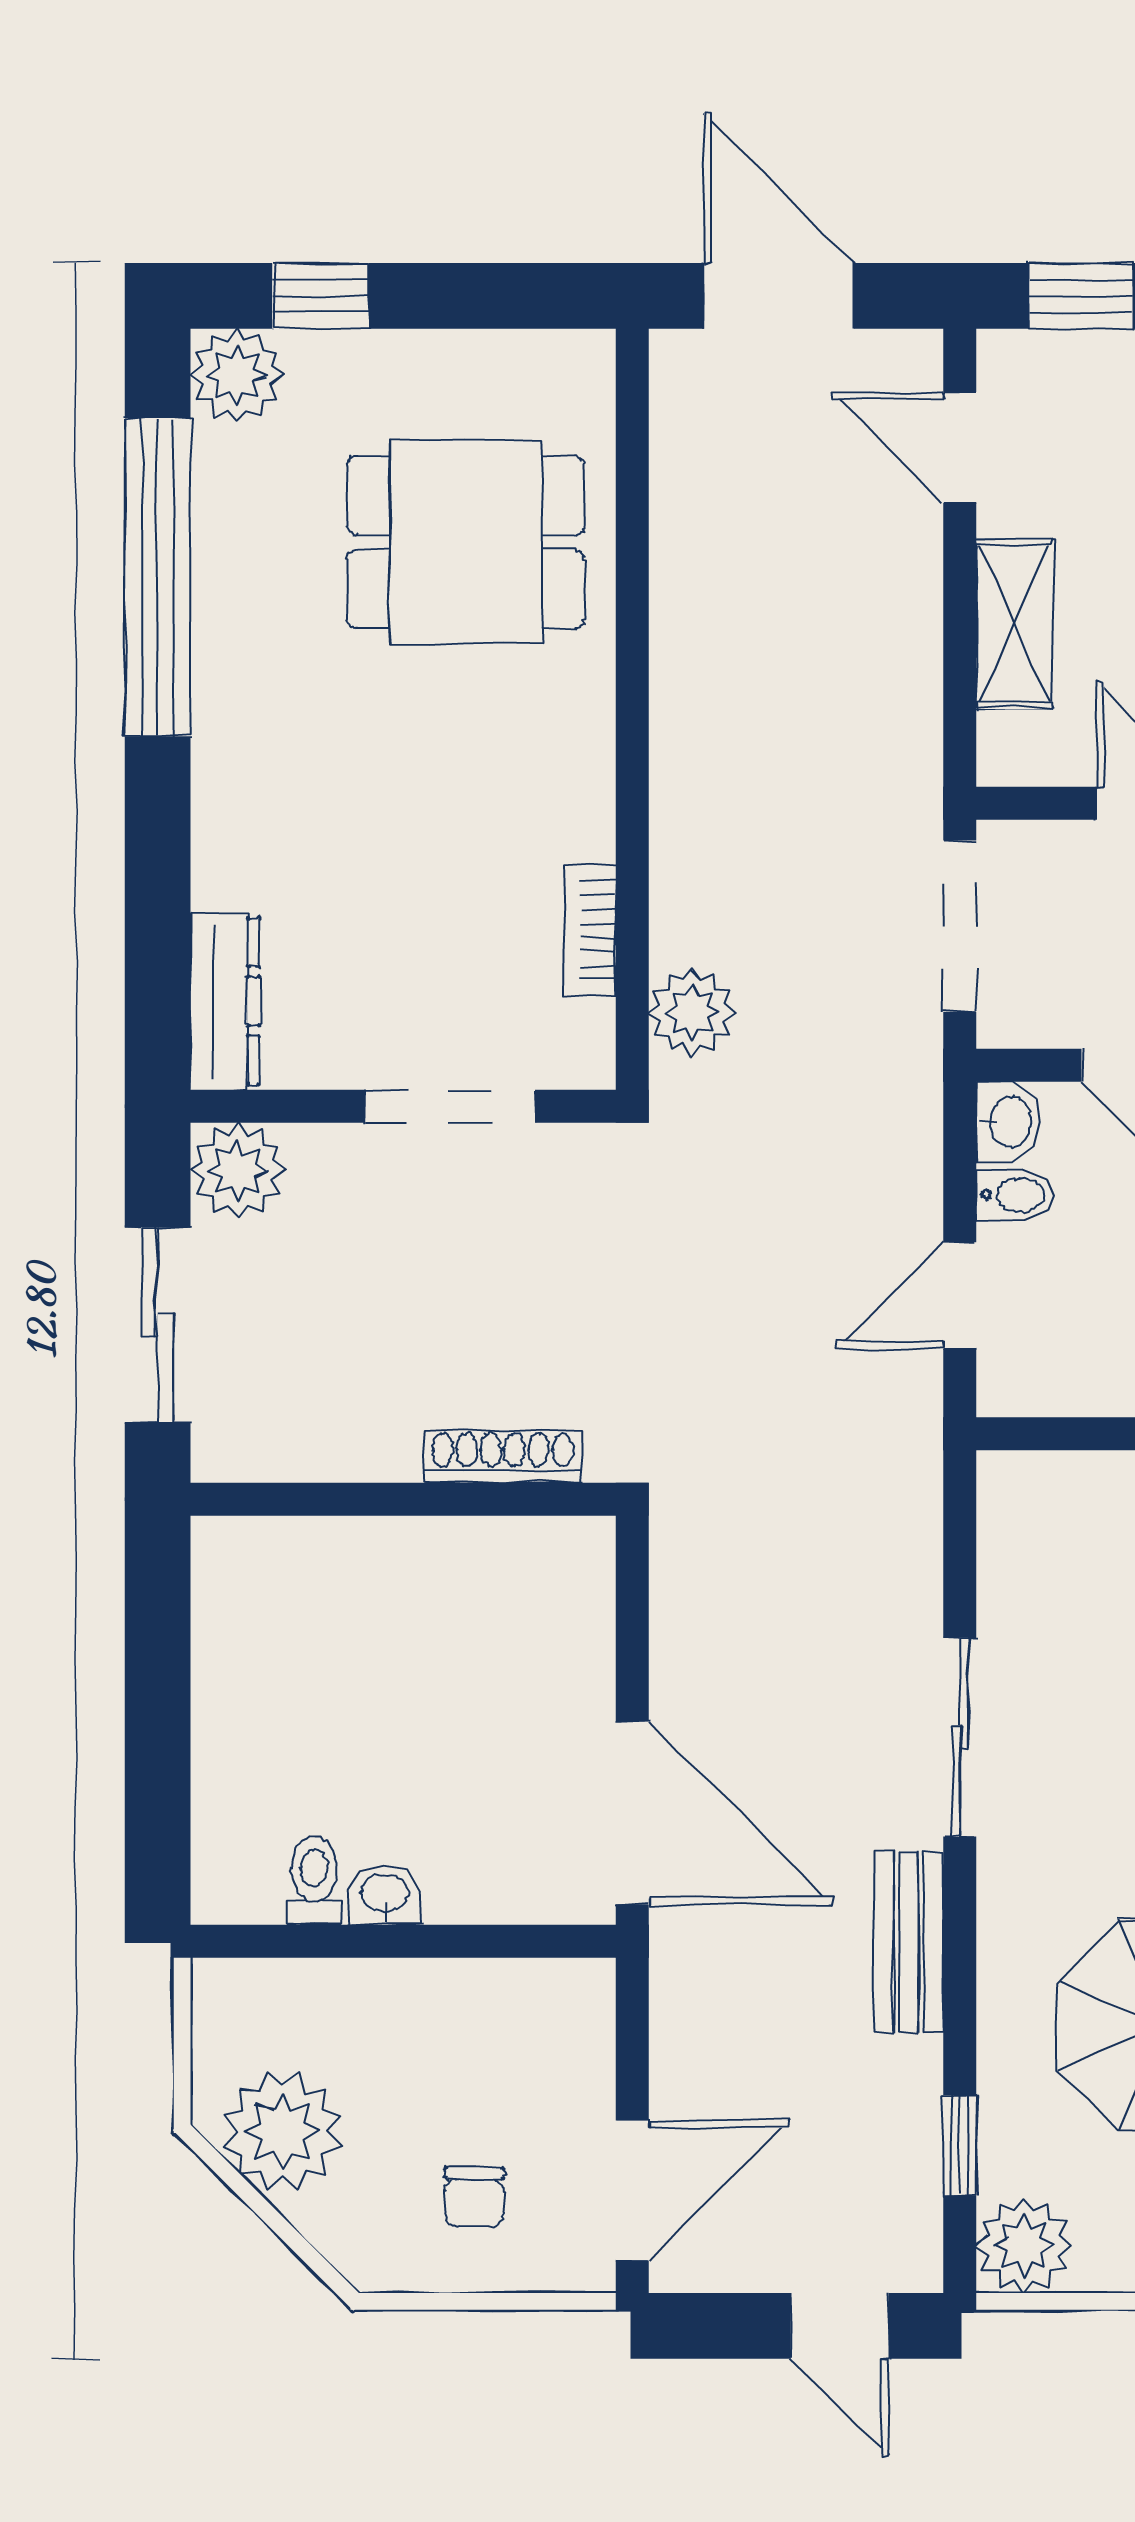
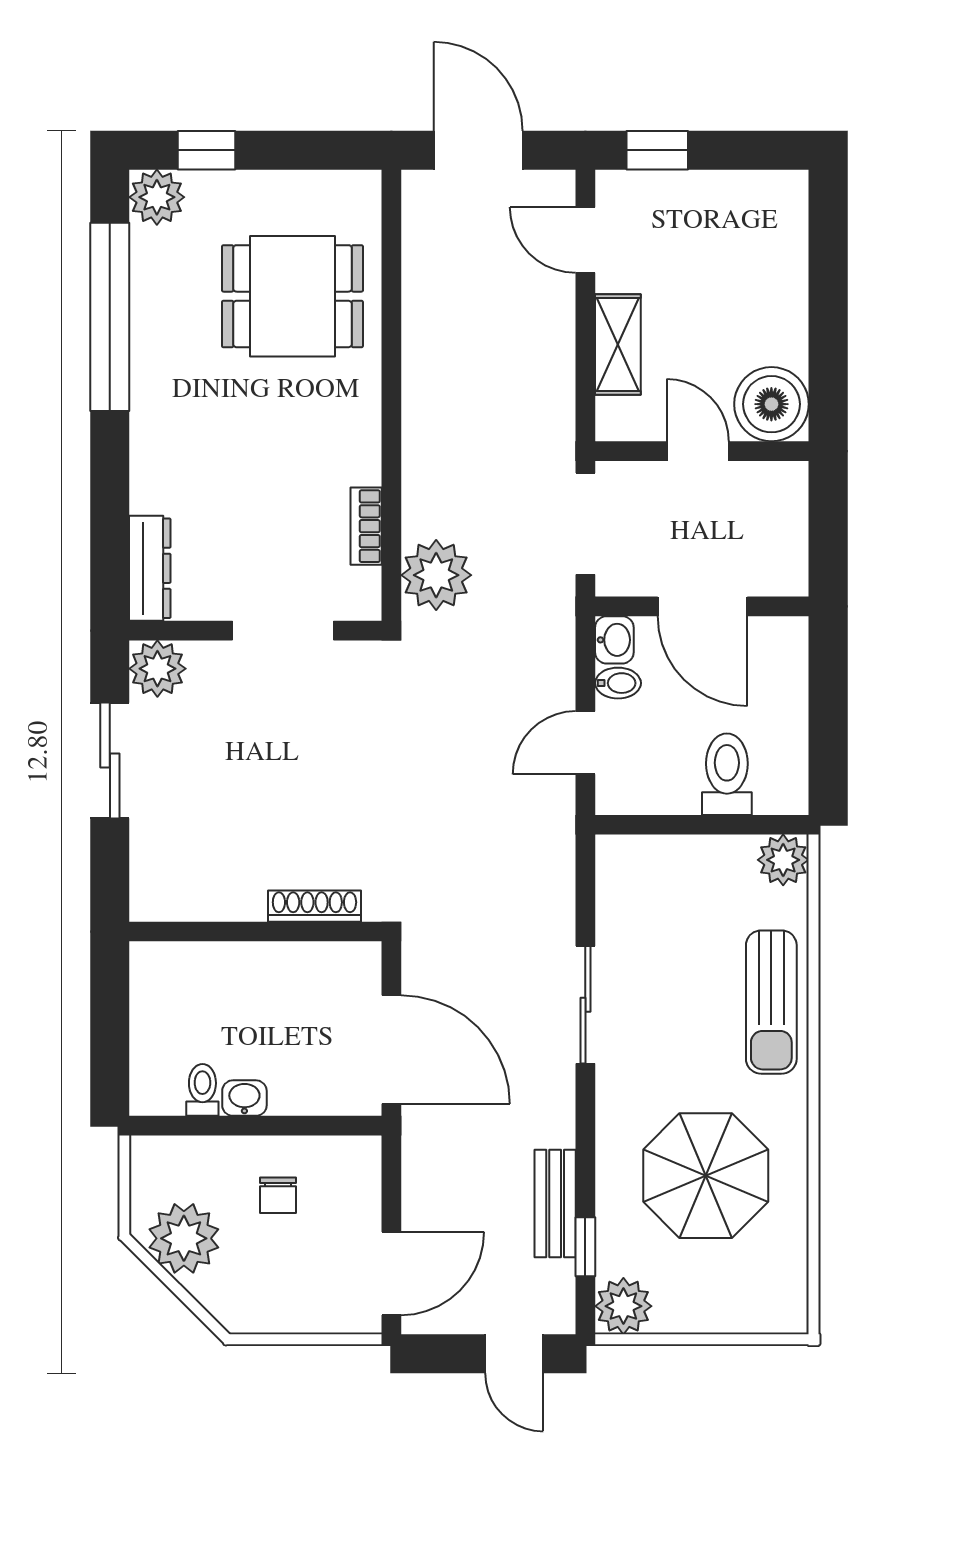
plant: (692, 1012) -> (436, 575), width x1.36, depth x1.36
shoe rack: (503, 1456) -> (314, 906), moved
wall: (403, 1499) -> (255, 932), moved
bench: (909, 1942) -> (555, 1203), moved
chair: (474, 2197) -> (278, 1195), moved

